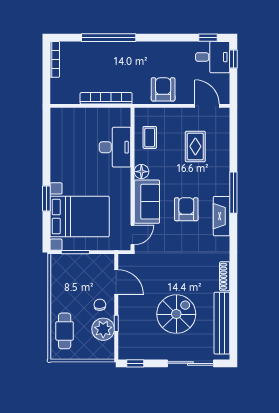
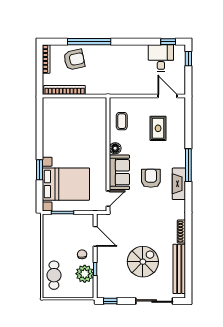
desk: (213, 57) -> (161, 58), moved, turned -90
armchair: (163, 89) -> (74, 60), moved, turned 78
bookcase: (106, 98) -> (65, 90), moved
desk: (115, 147) -> (94, 129), removed

